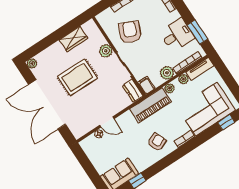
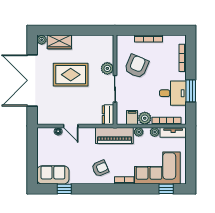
window: (198, 32) -> (191, 91), moved
wardrobe: (74, 39) -> (59, 42), moved
filing cabinet: (146, 85) -> (132, 117), moved

